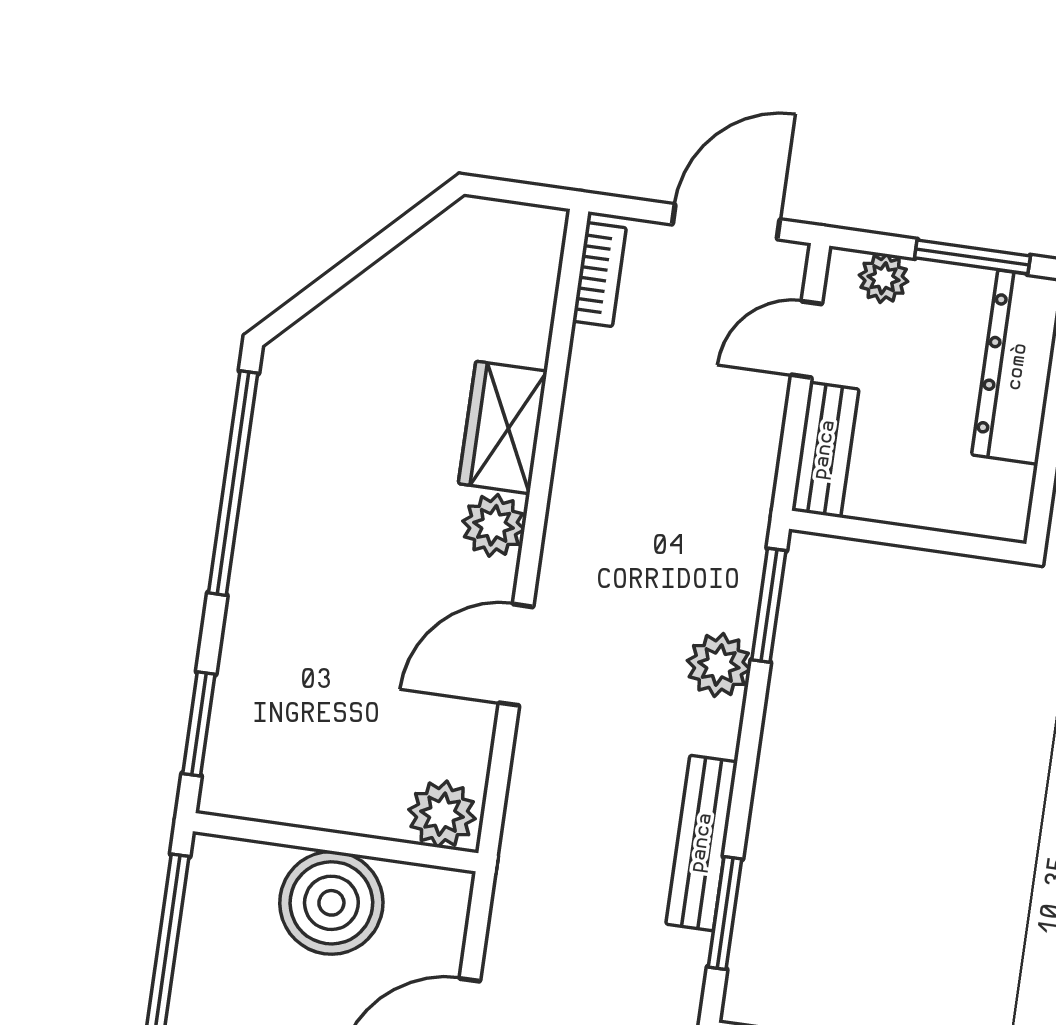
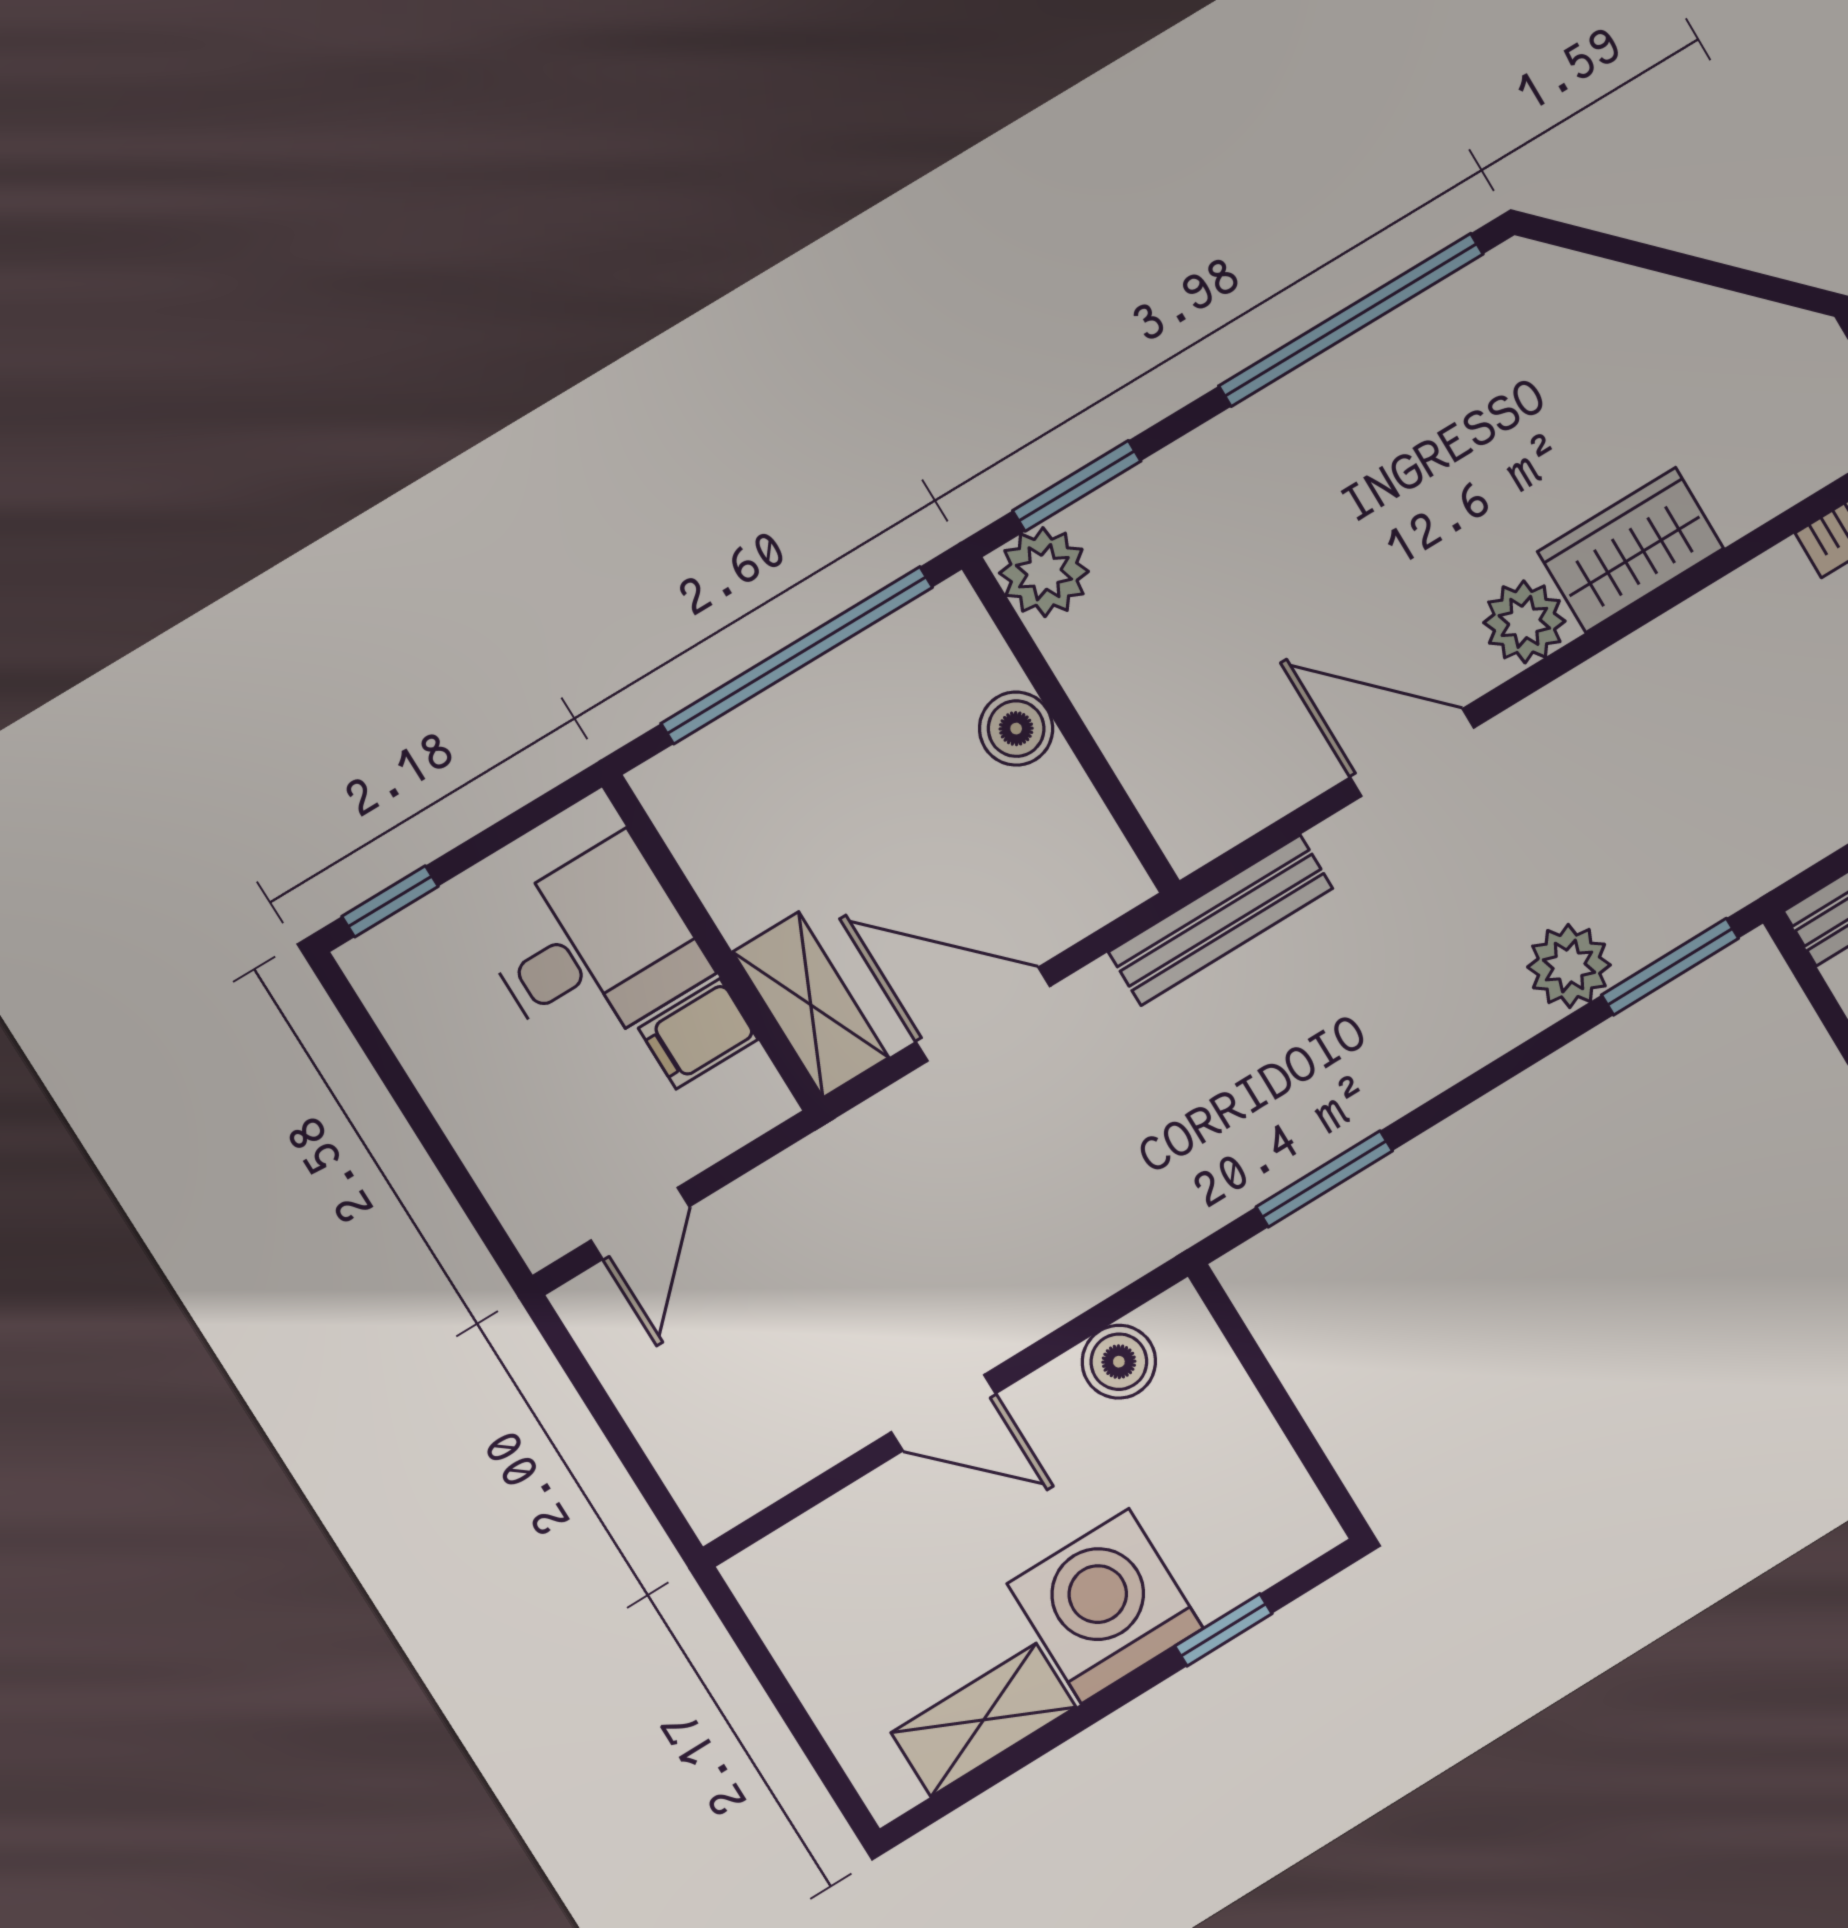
plant: (442, 814) -> (1044, 572), moved
bench: (702, 843) -> (1221, 920), moved
boiler: (331, 903) -> (1016, 729), width x0.54, depth x0.54

